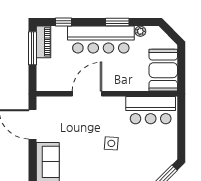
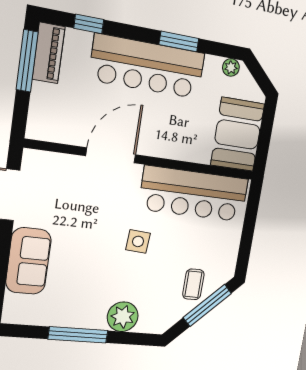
plant: (140, 31) -> (231, 67), moved
bar counter: (151, 110) -> (194, 194), width x1.36
coffee table: (151, 167) -> (193, 284), added

